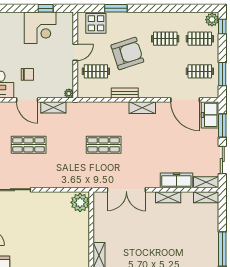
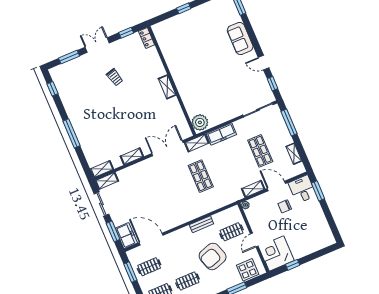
corner desk: (40, 28) -> (276, 253), moved
shelving: (142, 108) -> (197, 143), moved
shop shelf: (29, 145) -> (260, 151), turned 90
shop shelf: (104, 145) -> (201, 176), turned 90
freezer: (176, 180) -> (221, 134), moved

